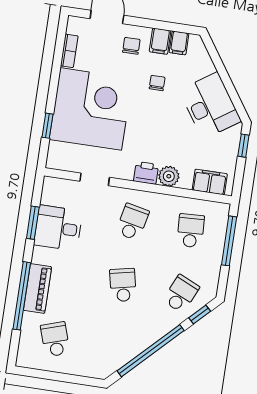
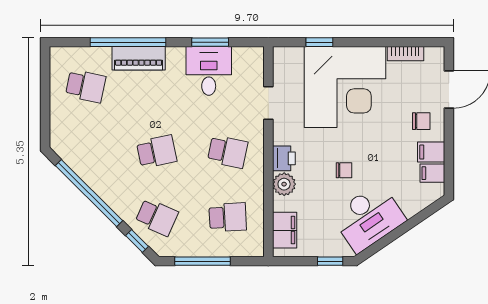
chair: (157, 83) -> (344, 170), moved
window: (229, 241) -> (203, 261), moved
school desk: (55, 339) -> (86, 86), turned 30

